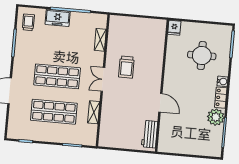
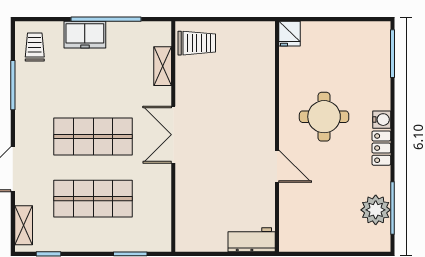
round table: (202, 55) -> (324, 117), moved
trolley: (126, 67) -> (197, 43), moved, turned -90
double door: (103, 79) -> (173, 135), width x1.37
shelving: (94, 112) -> (24, 225), moved
plant: (216, 117) -> (376, 210), moved
workbench: (150, 134) -> (252, 240), moved, turned 90

